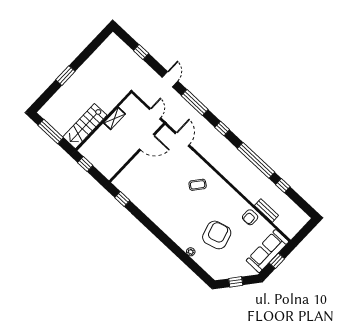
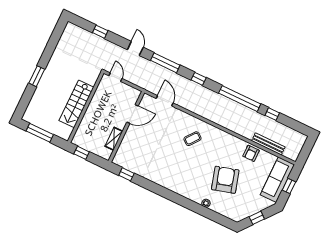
door: (155, 114) -> (115, 77), moved
shelving: (115, 118) -> (114, 139), moved
stairs: (85, 126) -> (76, 104), moved
bench: (267, 210) -> (268, 144), width x1.36

